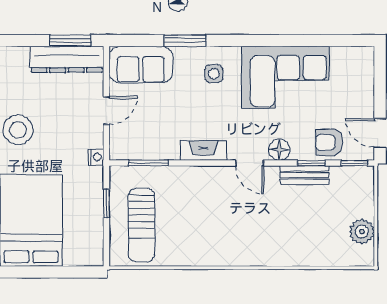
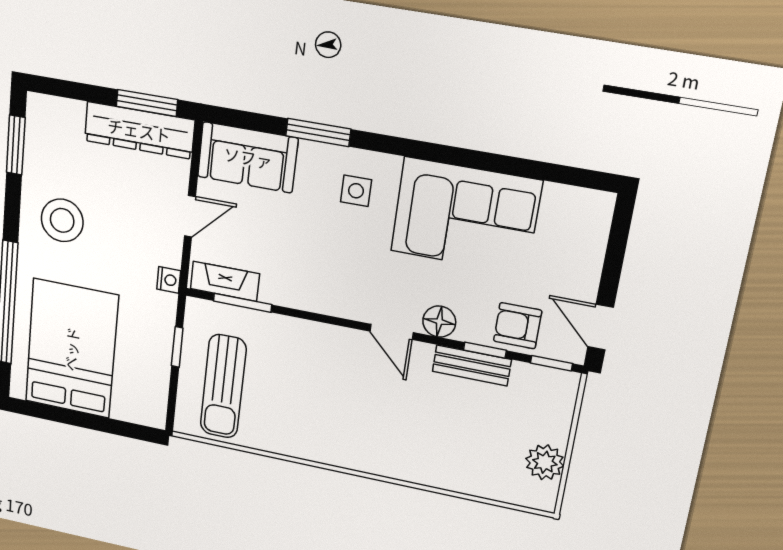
fireplace: (203, 151) -> (225, 281), moved

